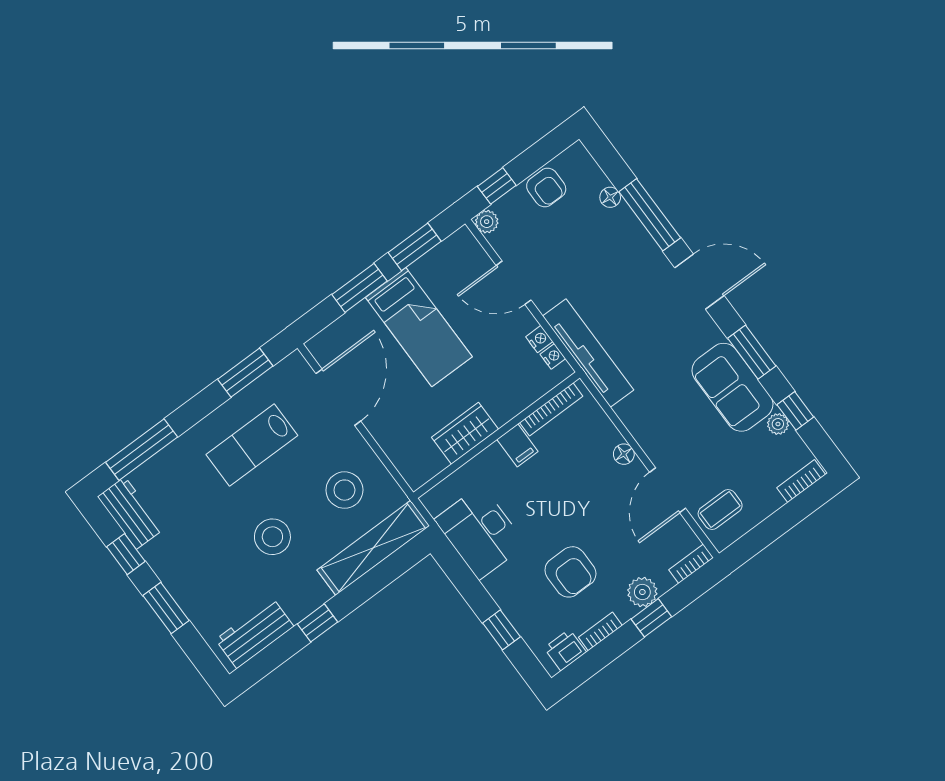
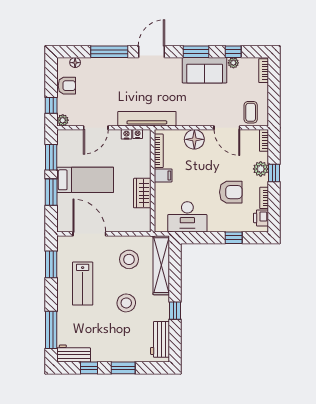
floor lamp: (610, 197) -> (75, 63), moved
floor lamp: (624, 454) -> (194, 139), width x1.89, depth x1.89

